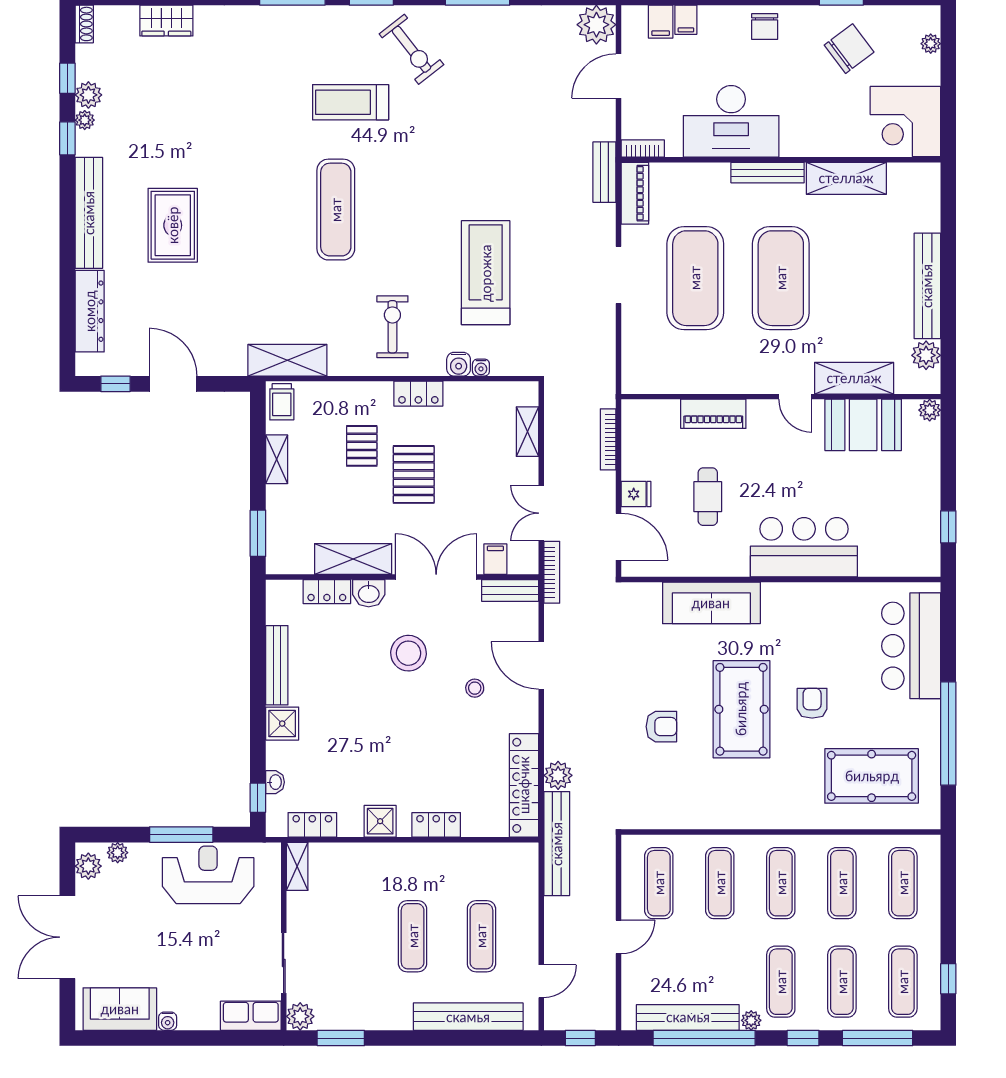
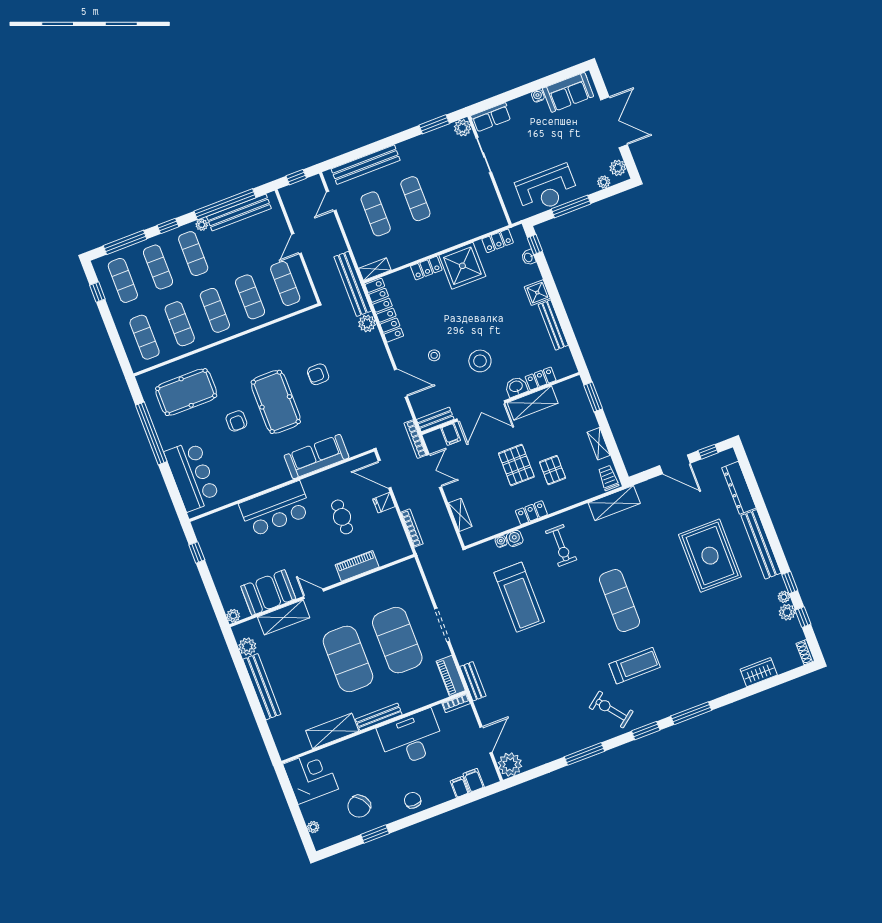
rug: (173, 225) -> (710, 556), width x1.37, depth x1.44
shower: (380, 821) -> (462, 266), width x1.86, depth x1.86
shelving: (297, 866) -> (375, 269), moved, turned 90

